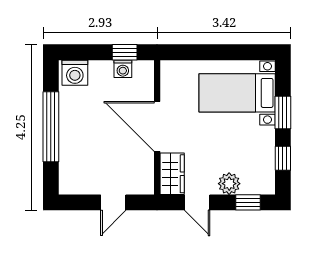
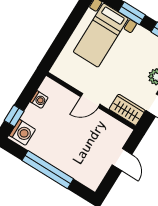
window: (125, 52) -> (14, 116), moved
door: (157, 126) -> (90, 101), width x0.53

